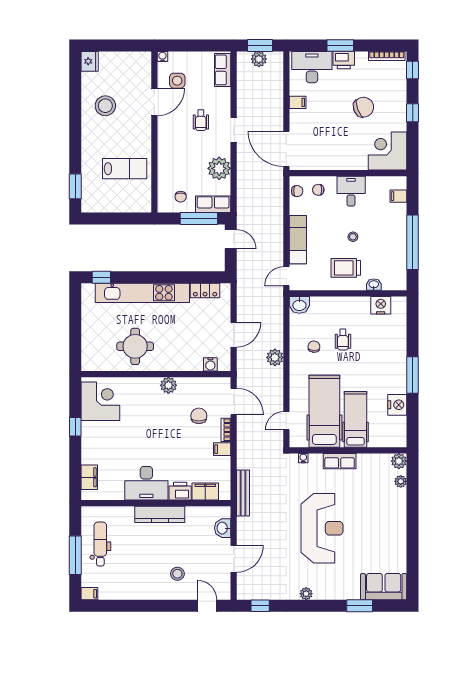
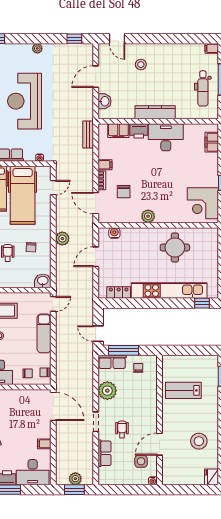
row of seats: (223, 70) -> (104, 453), moved
bench: (243, 493) -> (88, 134), width x0.73

